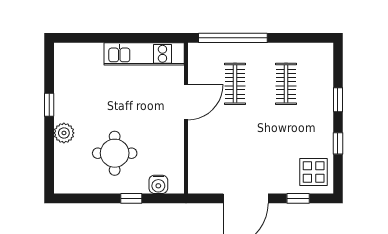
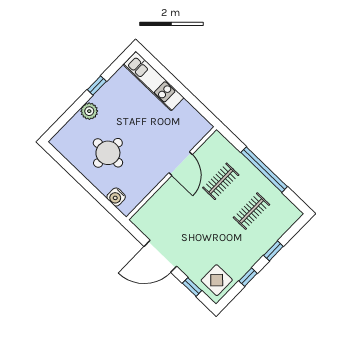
window: (233, 38) -> (264, 170), moved
kitchen unit: (144, 54) -> (154, 81), moved
door: (186, 102) -> (181, 164), hinge flipped
window: (131, 198) -> (92, 190), removed

